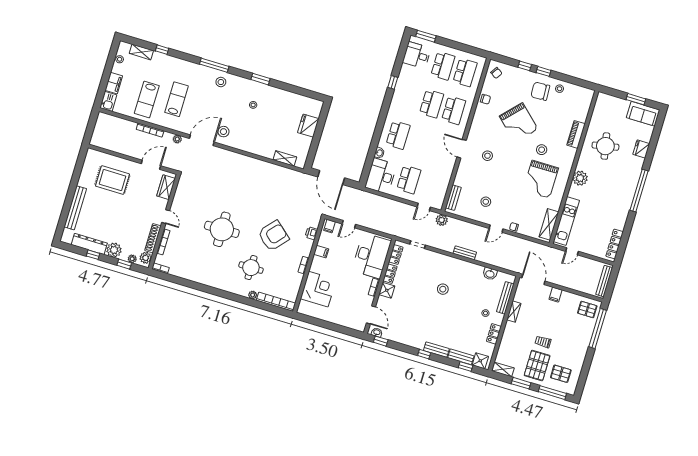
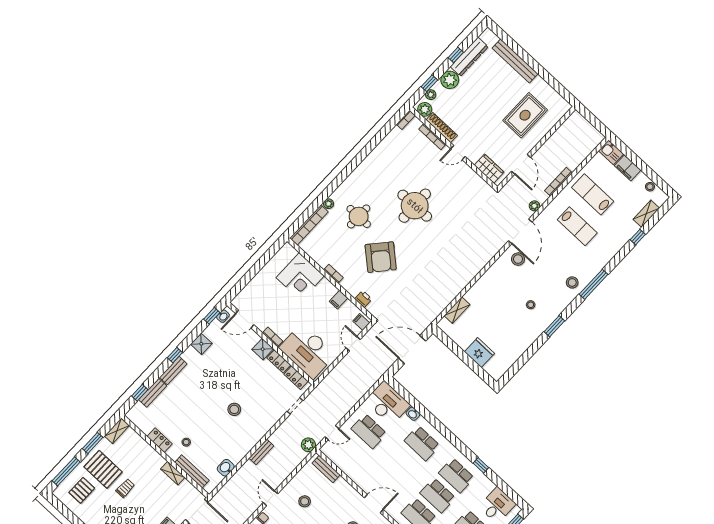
school desk: (409, 97) -> (456, 475), added
door: (424, 207) -> (332, 433), swing flipped
shower: (480, 361) -> (201, 344), moved

